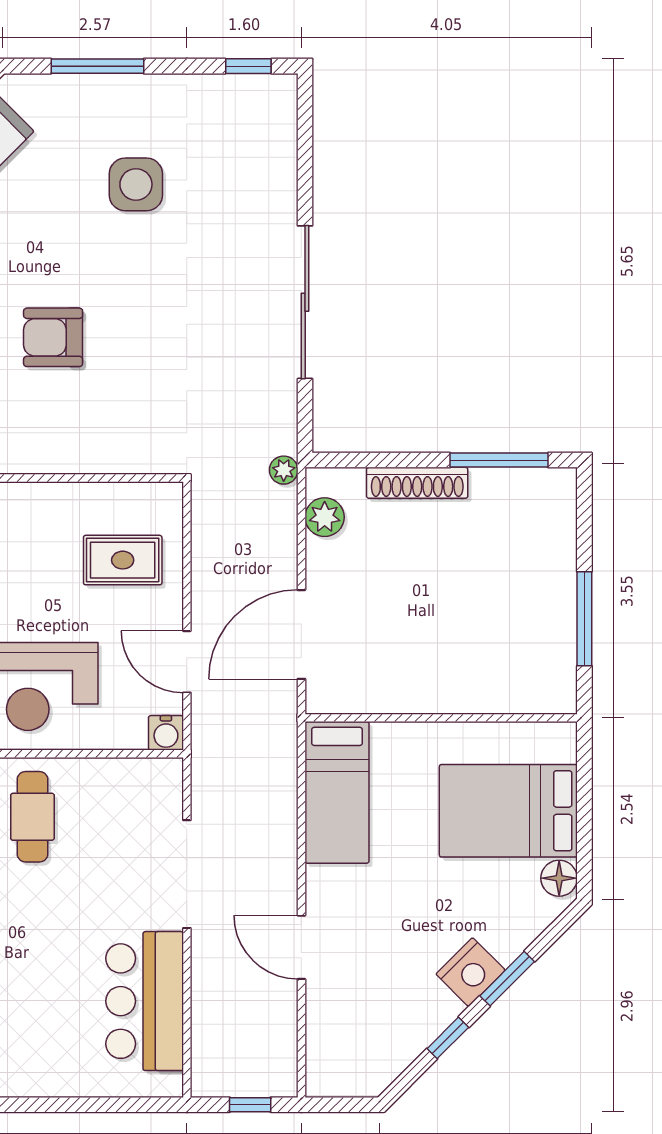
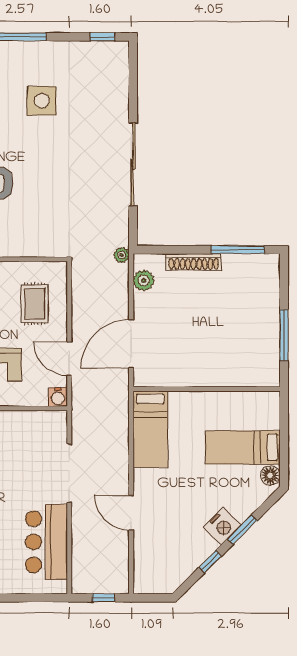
rug: (123, 560) -> (35, 304), turned 90
bed: (508, 811) -> (243, 447), width x0.67

